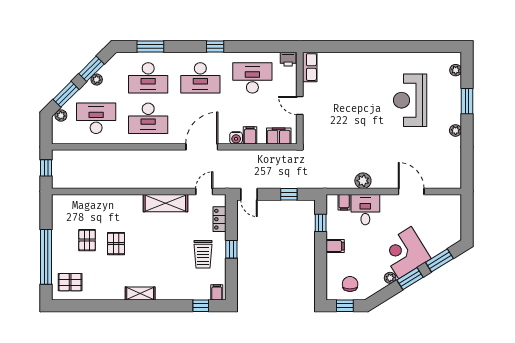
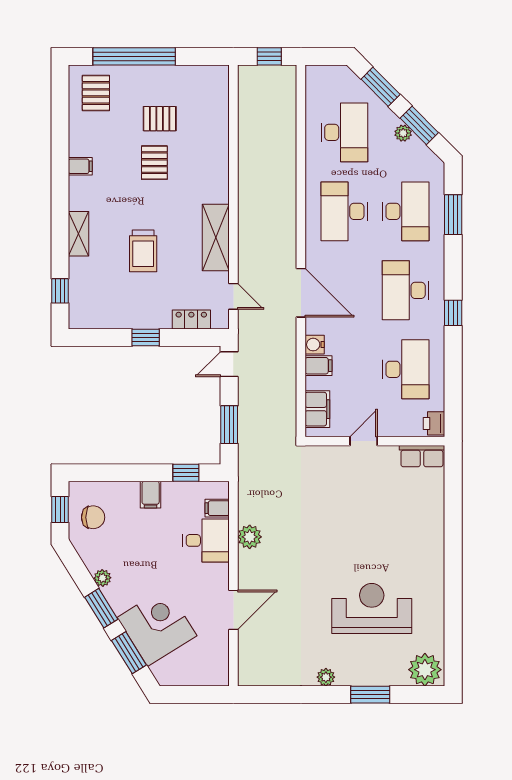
plant: (456, 70) -> (425, 670), width x1.88, depth x1.88
desk: (148, 78) -> (406, 211), turned 180
plant: (61, 115) -> (349, 79), removed
window: (289, 194) -> (229, 425), width x1.50
pallet: (116, 244) -> (154, 163), turned 90
corner desk: (405, 253) -> (157, 627), moved
trolley: (203, 254) -> (143, 251), moved, turned -90
filing cabinet: (217, 292) -> (80, 166), moved
shelving: (140, 294) -> (79, 234), moved

